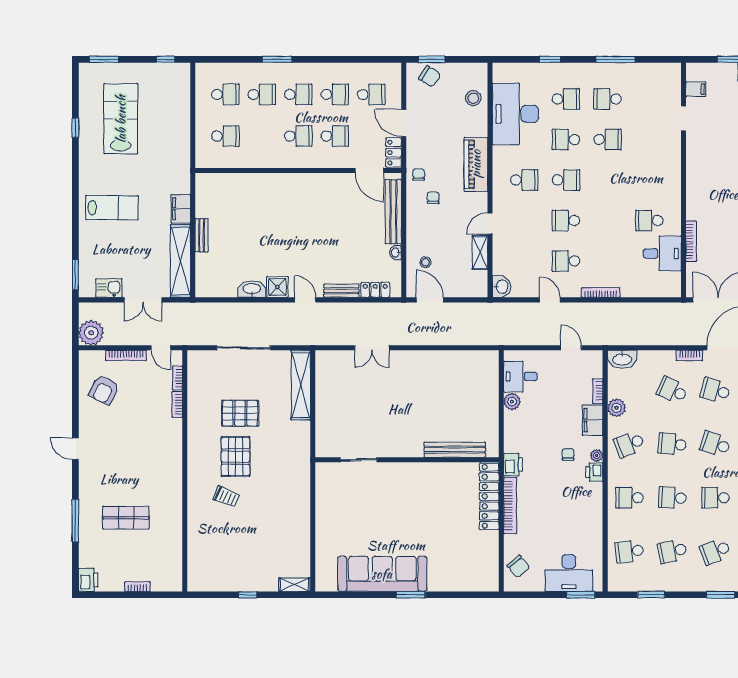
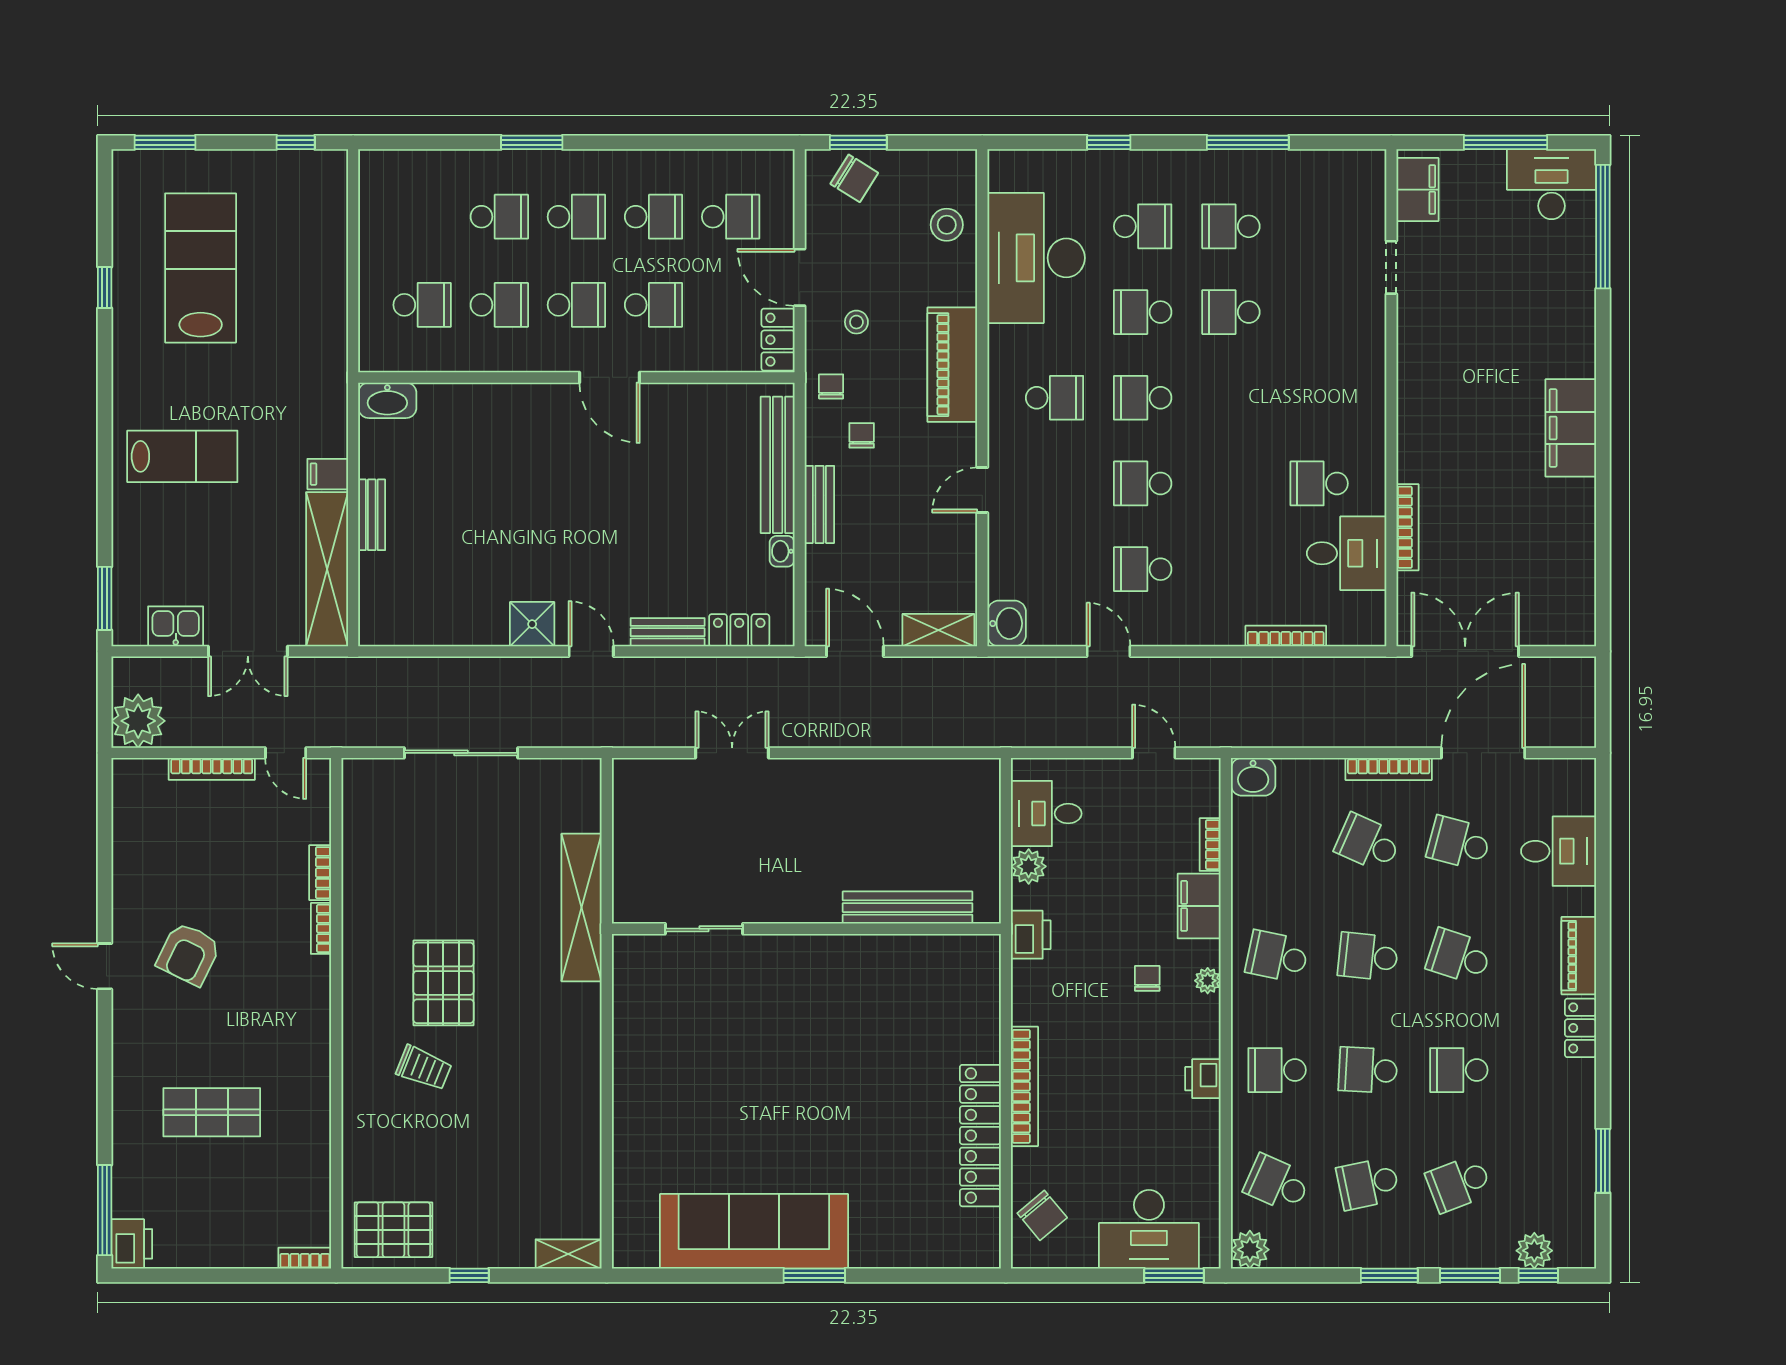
filing cabinet: (696, 89) -> (1418, 190), width x2.00
school desk: (225, 94) -> (499, 305), moved
school desk: (608, 139) -> (1231, 312), turned 180
door: (369, 170) -> (609, 377), moved
school desk: (566, 180) -> (1143, 398), turned 180
filing cabinet: (181, 209) -> (328, 474), width x0.50
bench: (413, 230) -> (819, 504), added
shelving: (480, 252) -> (938, 630), moved, turned 90
stool: (426, 262) -> (856, 322), moved
washbasin: (252, 289) -> (387, 400), moved, turned 180
bookcase: (601, 293) -> (1286, 636), moved
double door: (372, 348) -> (732, 753), swing flipped
bookcase: (689, 355) -> (1389, 769), width x1.56
washbasin: (622, 359) -> (1253, 777), width x0.72
bookcase: (178, 378) -> (321, 928), moved
shelving: (301, 385) -> (582, 907), moved
armchair: (104, 390) -> (189, 954), moved
plant: (617, 408) -> (1250, 1250), moved
pallet: (240, 413) -> (393, 1230), moved
school desk: (629, 444) -> (1277, 957), turned 33
bench: (455, 450) -> (907, 908), moved
sliding door: (359, 460) -> (704, 929), moved
wall: (407, 460) -> (806, 929), moved
printer: (513, 465) -> (1031, 935), moved
printer: (594, 472) -> (1203, 1079), moved
locker: (489, 496) -> (980, 1136), moved
window: (75, 521) -> (105, 1210), moved
school desk: (629, 551) -> (1277, 1184), turned 30
bookcase: (137, 587) -> (305, 1258), moved
window: (651, 595) -> (1389, 1275), moved

